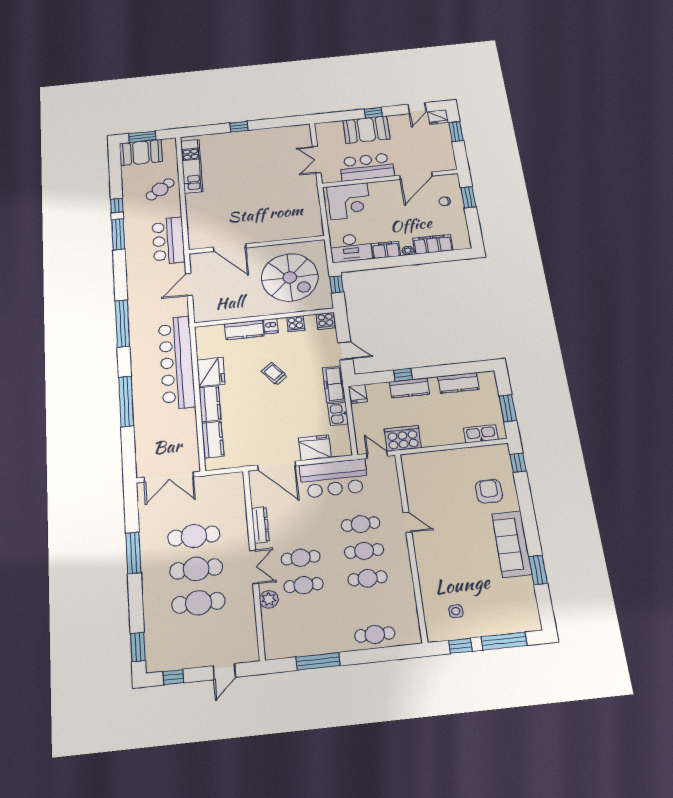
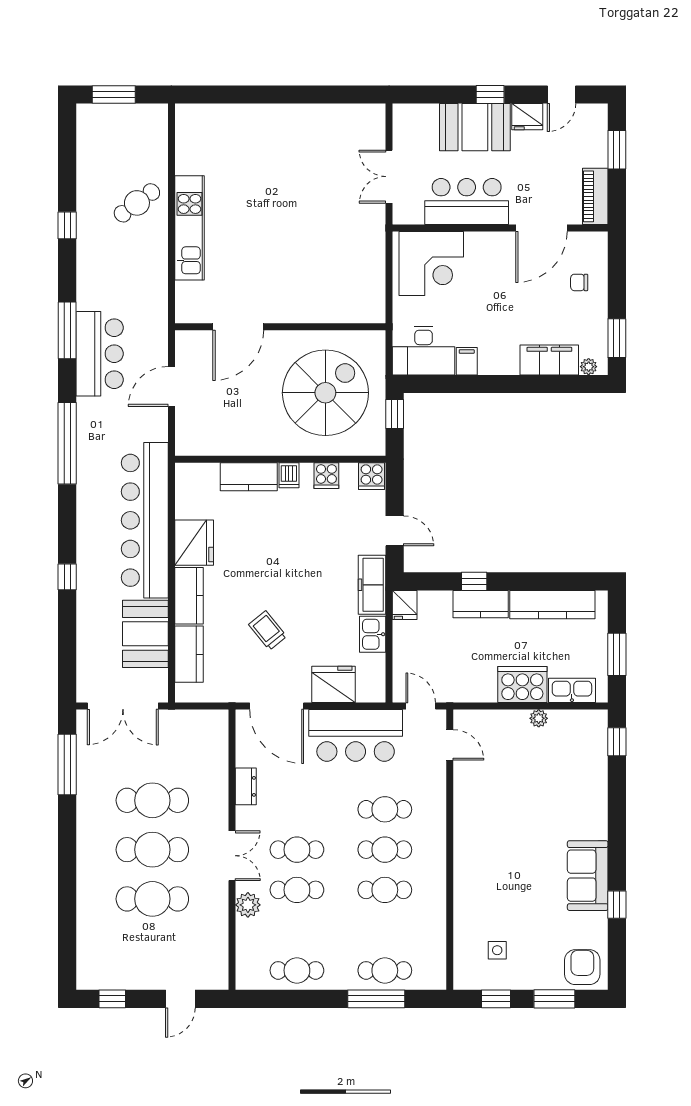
fridge: (438, 117) -> (527, 117), moved
window: (239, 127) -> (271, 95), removed
booth: (141, 153) -> (145, 634), moved, turned 90
piano: (447, 156) -> (595, 196), added
kitchen unit: (192, 166) -> (190, 228), moved
window: (468, 197) -> (617, 338), moved
window: (118, 234) -> (67, 330), moved
bar counter: (168, 241) -> (100, 354), moved, turned 180
door: (230, 248) -> (238, 327), hinge flipped
filing cabinet: (386, 250) -> (467, 361), width x0.50
plant: (408, 251) -> (589, 367), moved
spiral stairs: (290, 277) -> (325, 393), turned -90
trolley: (274, 374) -> (268, 630), moved
kitchen counter: (458, 383) -> (552, 605), width x1.50
window: (126, 401) -> (67, 577), width x0.32
cooker: (403, 438) -> (522, 685), moved
plant: (461, 454) -> (539, 718), added
armchair: (489, 491) -> (582, 967), moved
door: (407, 522) -> (450, 745), moved
dresser: (260, 525) -> (246, 786), width x0.70
sofa: (512, 544) -> (588, 876), width x0.73
window: (133, 553) -> (67, 765), moved
window: (538, 570) -> (617, 905), width x0.67
window: (504, 641) -> (554, 999), width x0.69
cafe table: (309, 642) -> (297, 970), added
window: (138, 647) -> (67, 952), removed
window: (318, 661) -> (376, 999), moved

